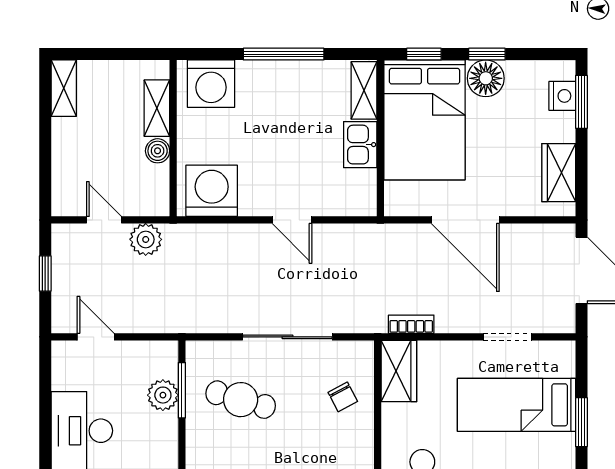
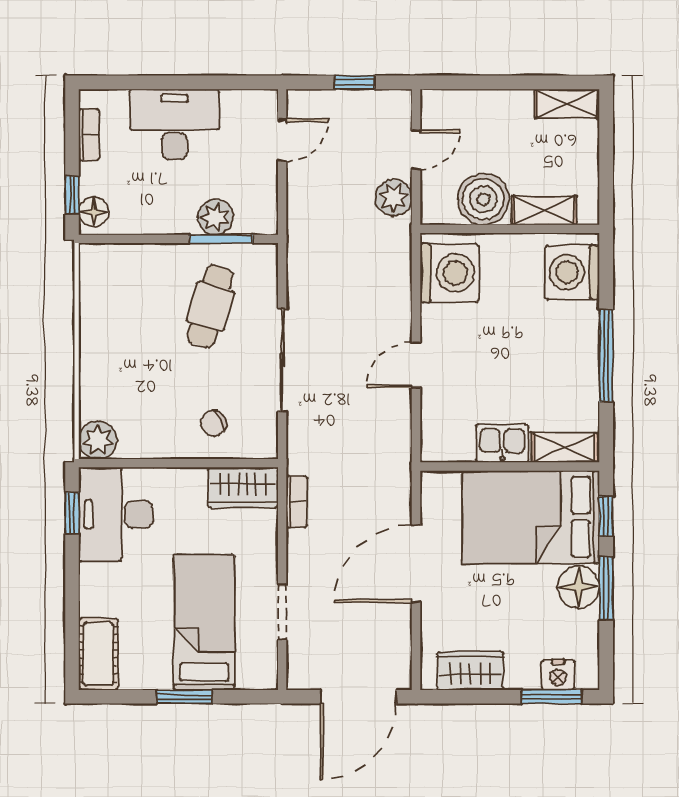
window: (487, 54) -> (606, 588), width x1.50
boiler: (158, 151) -> (483, 199), width x1.86, depth x1.86

